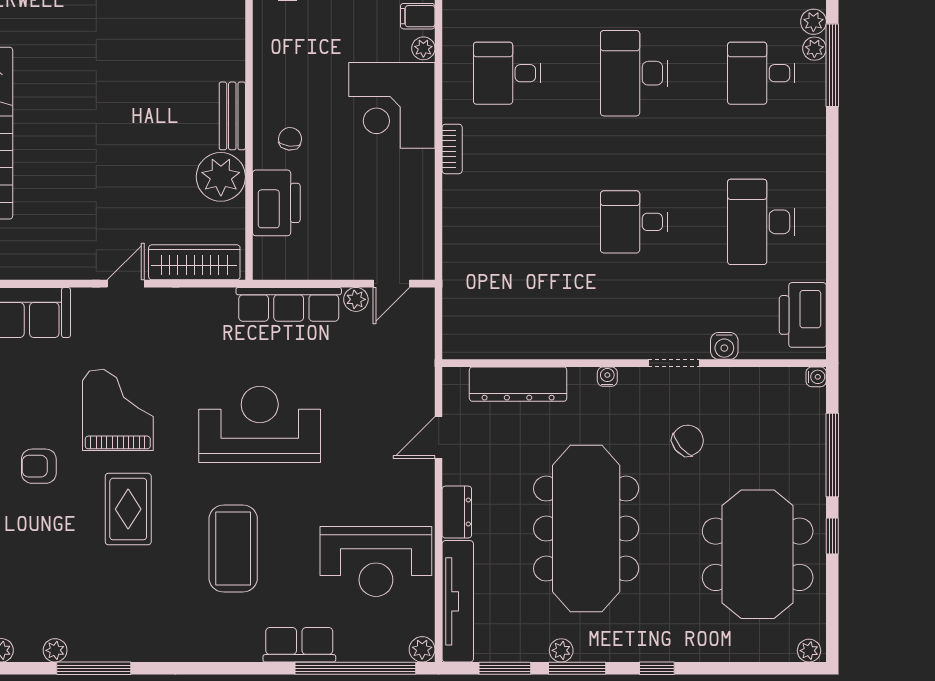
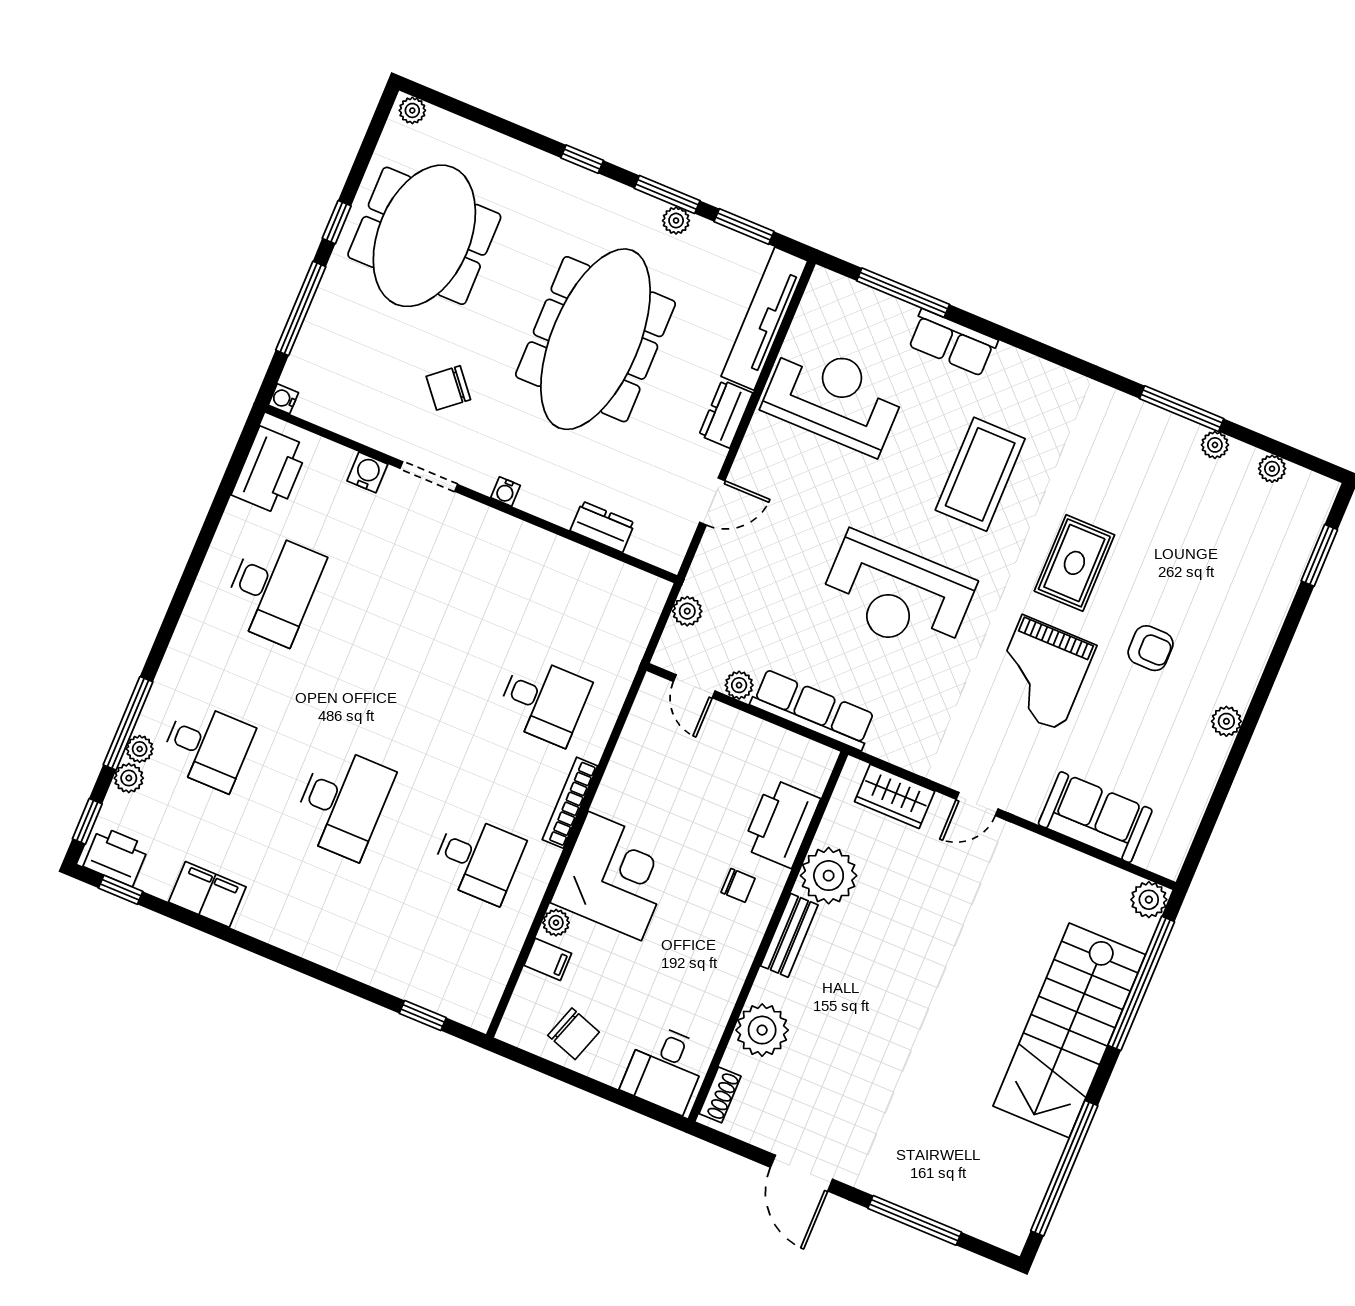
plant: (223, 31) -> (762, 1030), added
chair: (290, 139) -> (738, 885), turned -97
bookcase: (452, 149) -> (570, 803), width x1.56
desk: (634, 222) -> (544, 701), moved
wardrobe: (194, 262) -> (895, 796), width x0.67
door: (391, 284) -> (694, 686), swing flipped
dresser: (518, 384) -> (602, 527), width x0.51, depth x0.80
plant: (422, 649) -> (687, 611), moved
window: (355, 668) -> (903, 293), width x0.68

